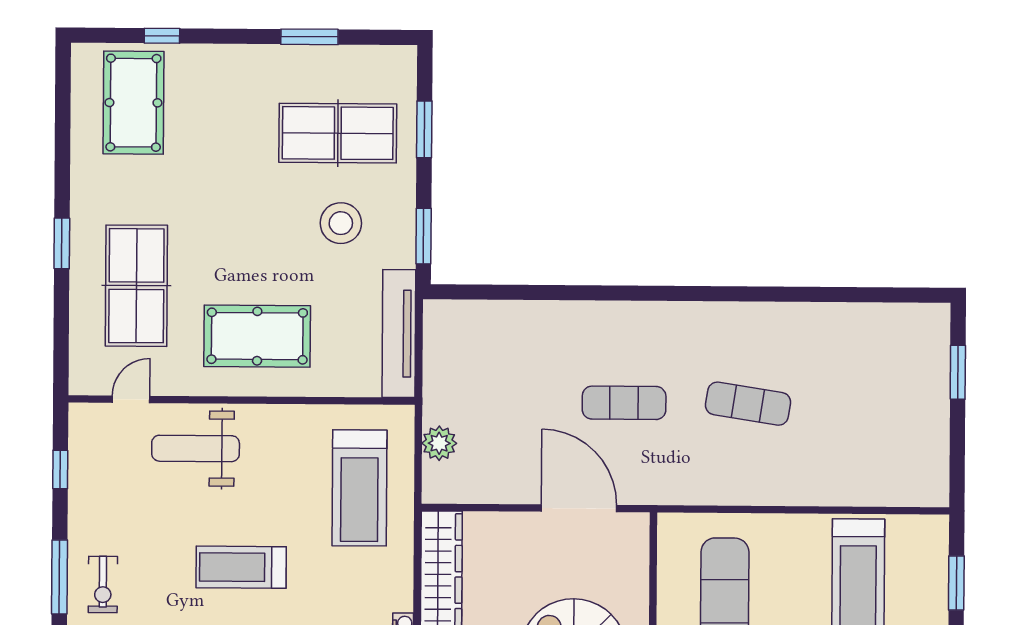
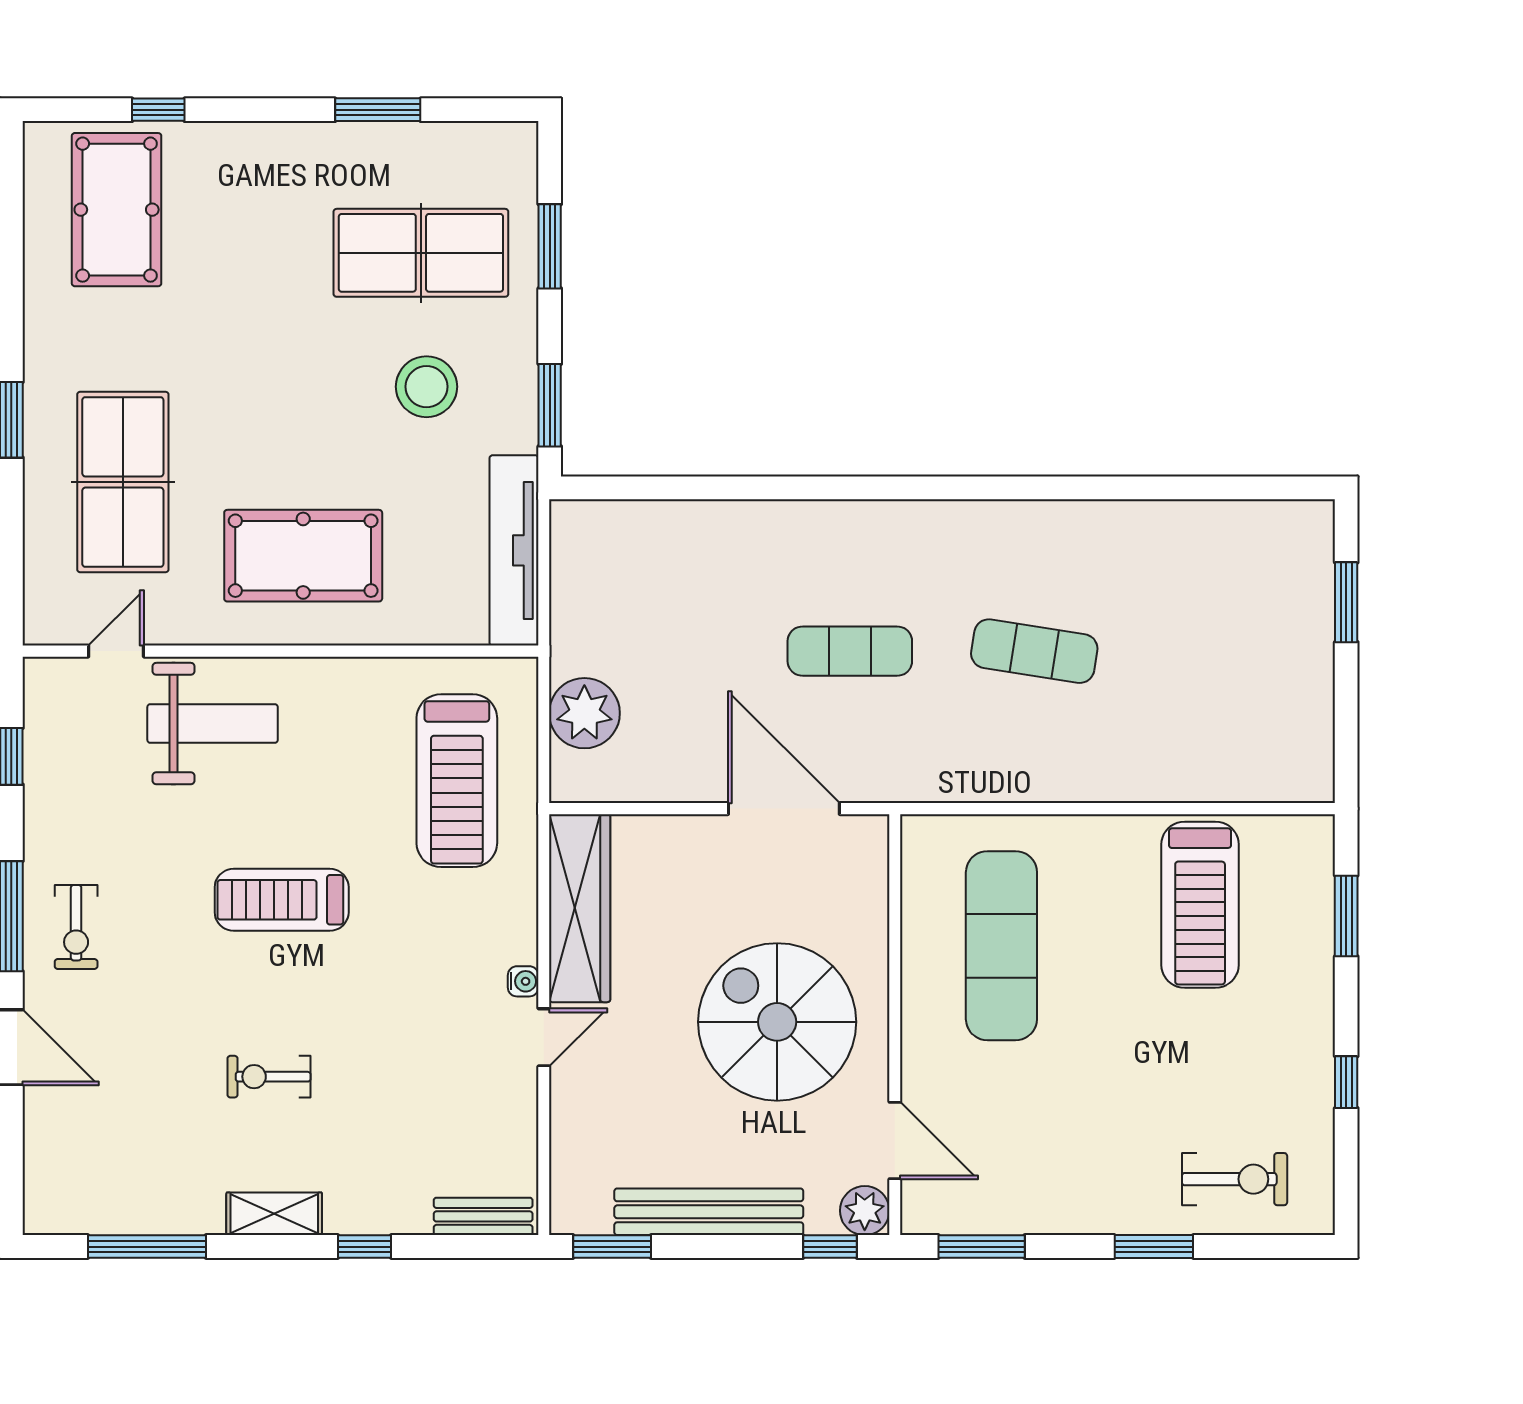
plant: (439, 443) -> (584, 713), width x1.36, depth x1.36
weight bench: (196, 448) -> (213, 724), turned 180

